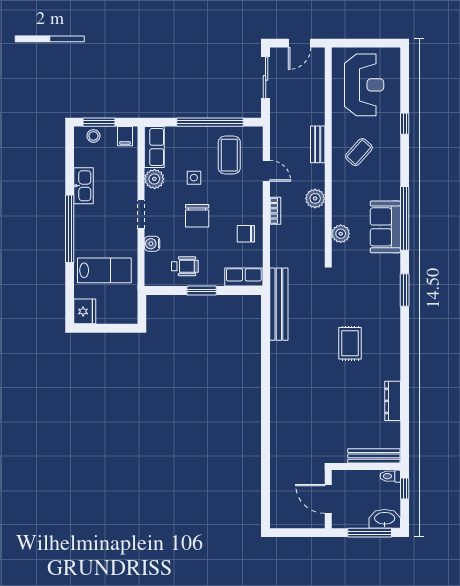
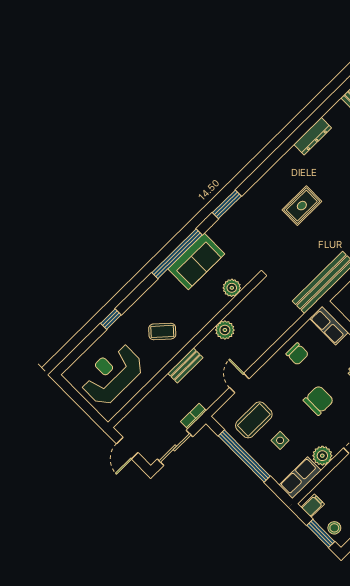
door: (300, 43) -> (127, 448), swing flipped
side table: (194, 178) -> (280, 440), moved
bookcase: (275, 211) -> (194, 416), moved

